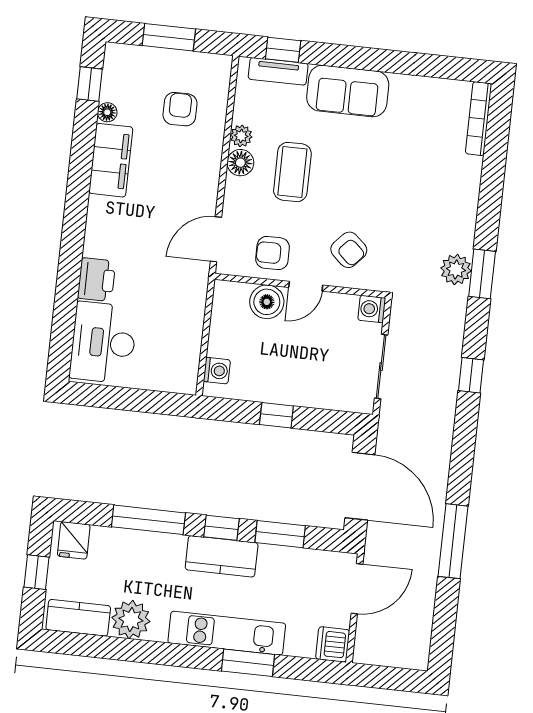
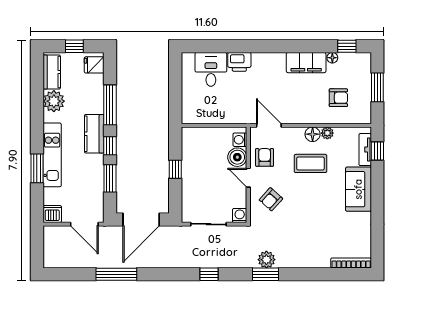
desk: (103, 343) -> (211, 69), width x0.73
washing machine: (217, 371) -> (240, 140), moved, turned 90
kitchen counter: (222, 556) -> (94, 134), moved

